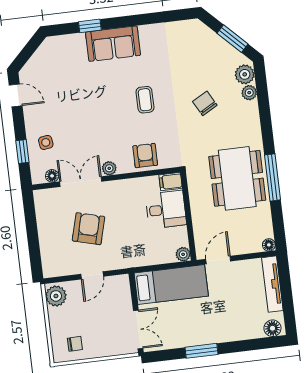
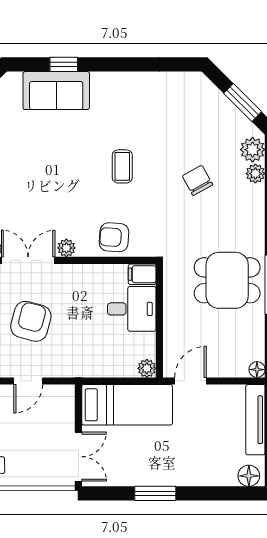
sofa: (113, 44) -> (56, 91), moved
armchair: (145, 156) -> (114, 237), turned -86
dining table: (237, 178) -> (227, 280), width x0.73

